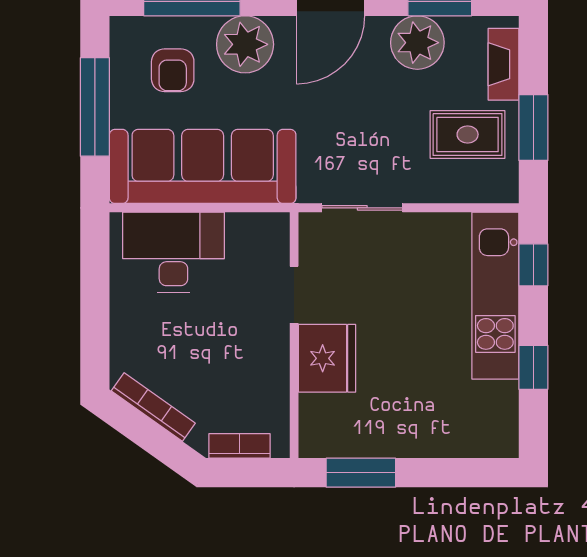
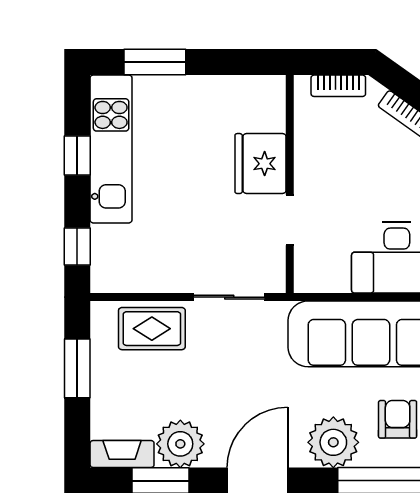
fireplace: (504, 64) -> (122, 454), moved, turned -90
rug: (468, 134) -> (152, 329), moved
kitchen unit: (495, 296) -> (111, 149), moved
window: (361, 473) -> (155, 62), moved

